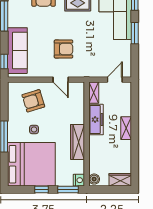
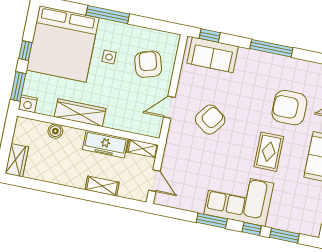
armchair: (63, 49) -> (210, 120), turned -144
sofa: (17, 51) -> (213, 55), width x0.73
shelving: (126, 128) -> (102, 186), moved
boiler: (94, 179) -> (55, 131), moved

